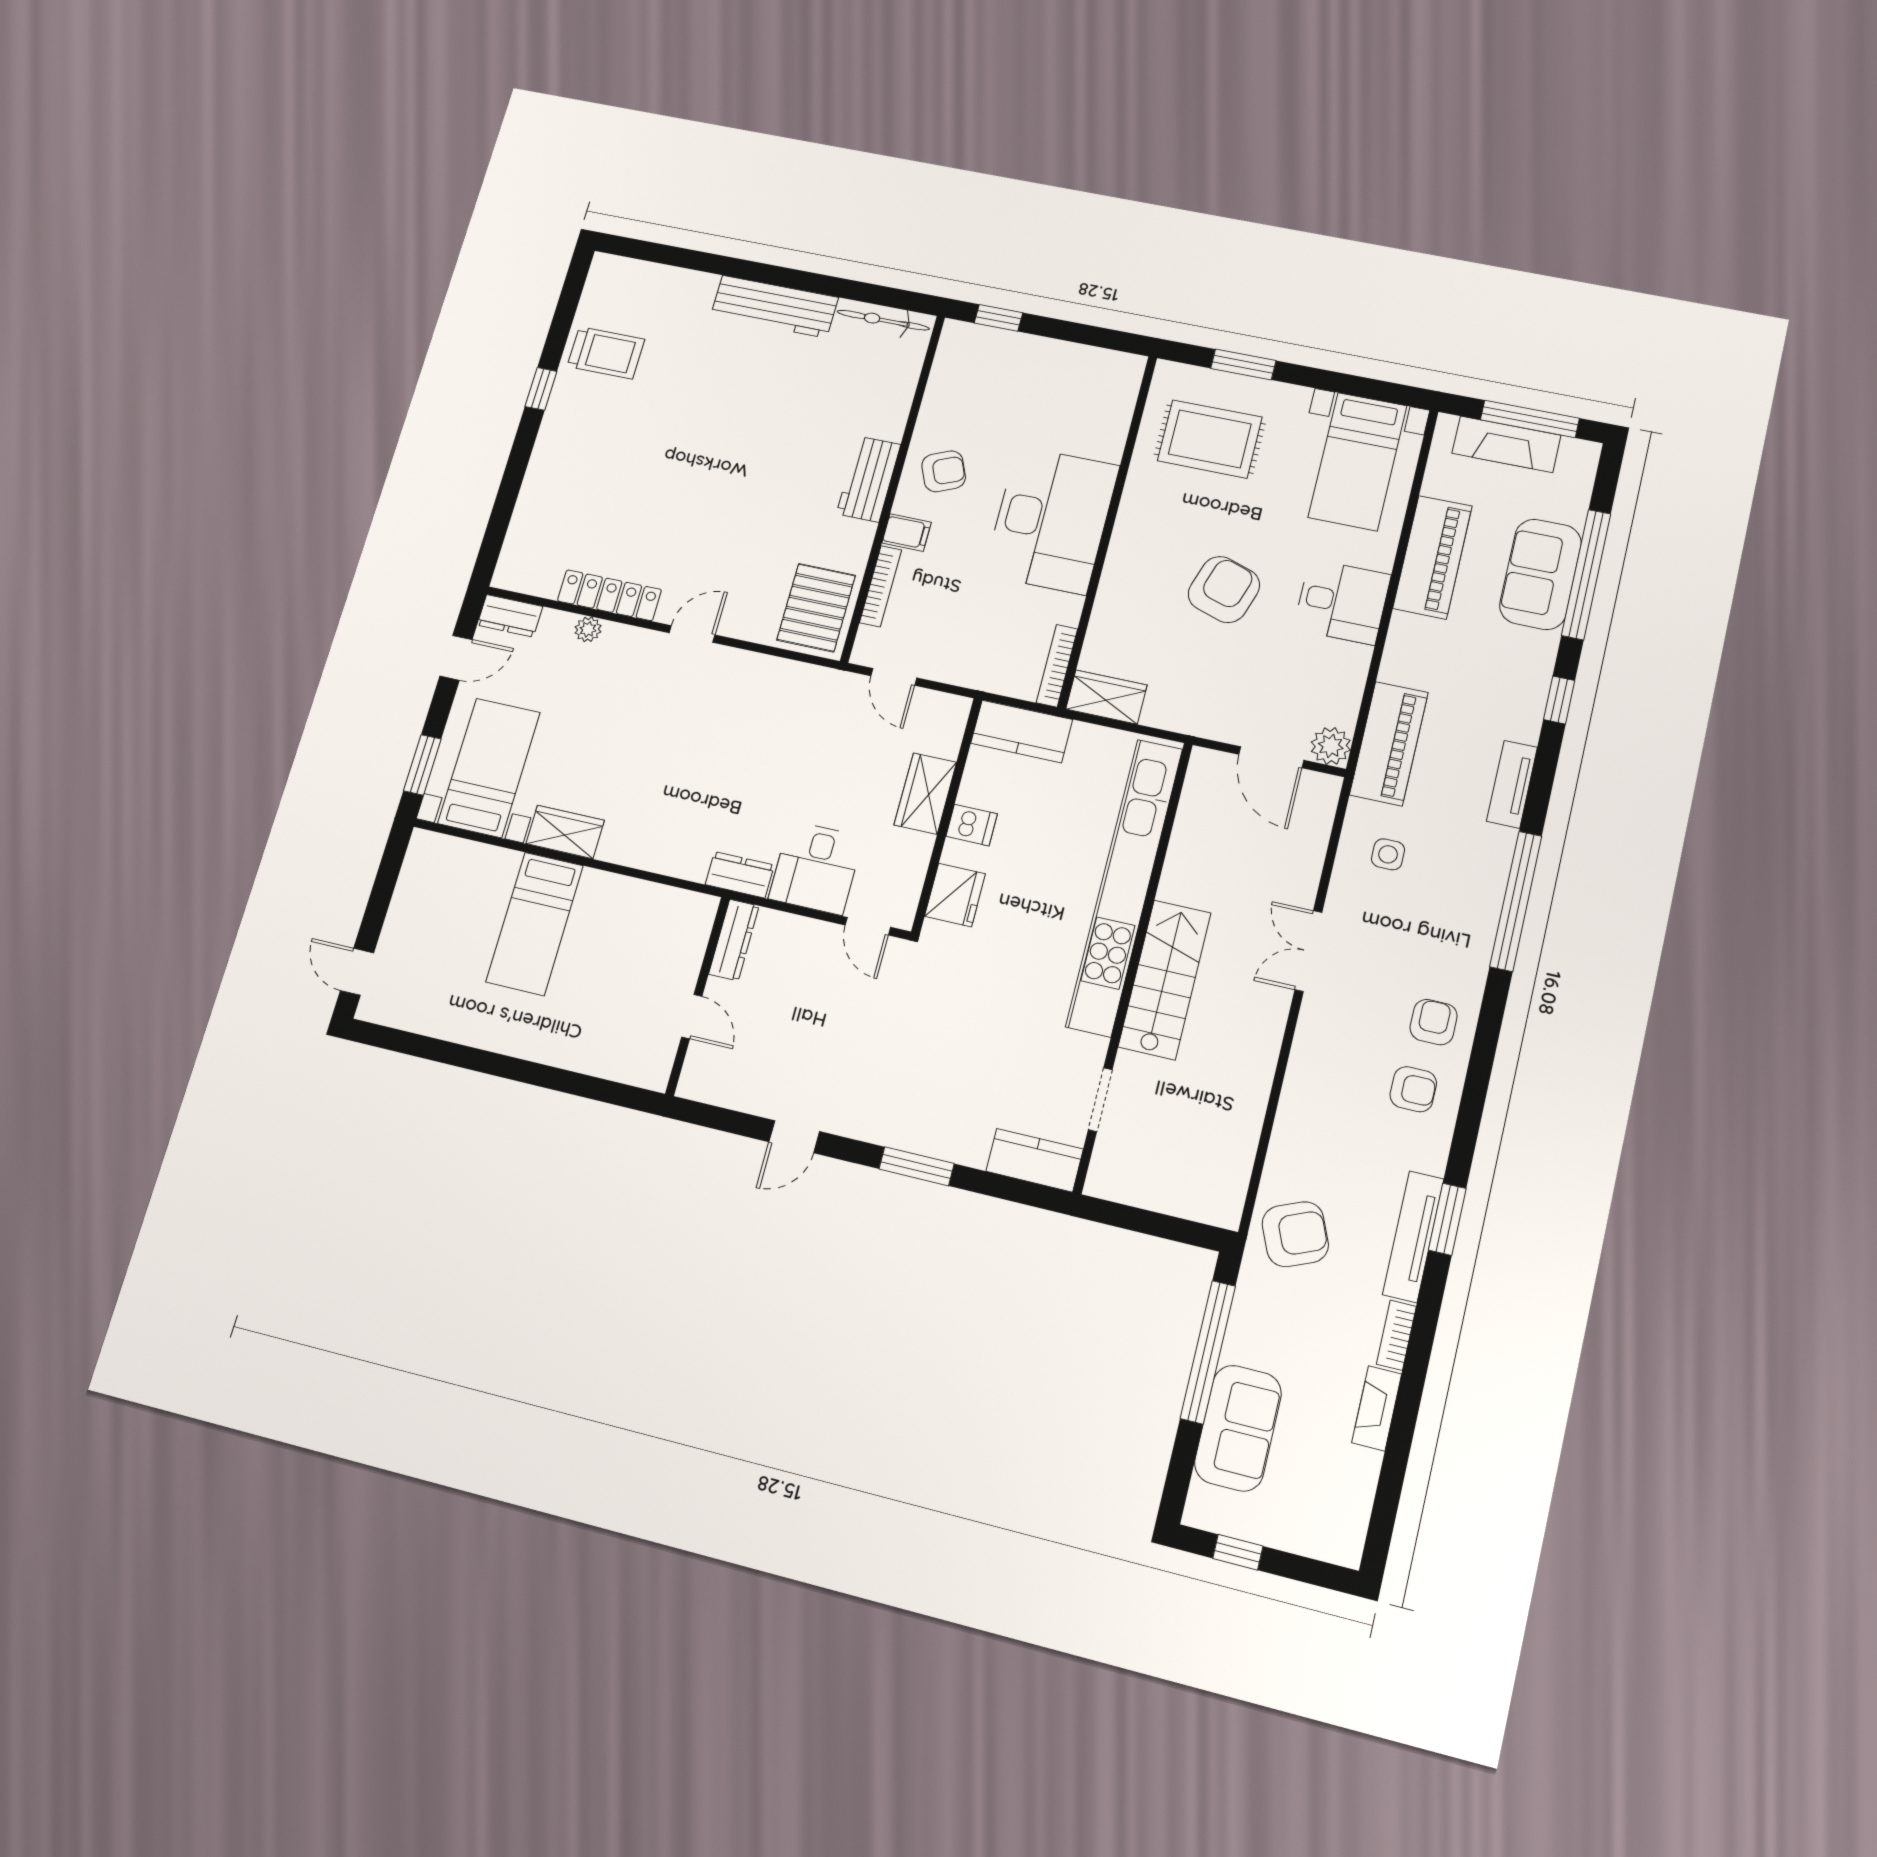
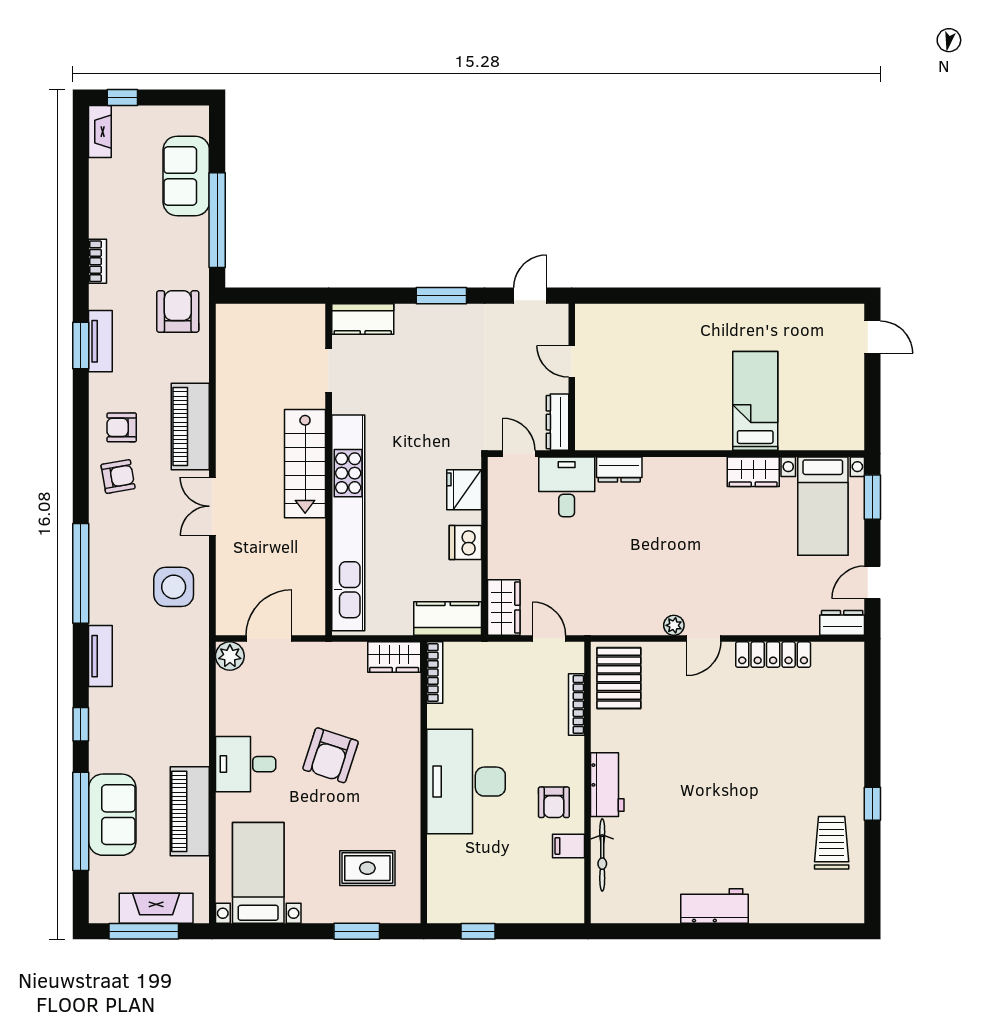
workbench: (774, 307) -> (714, 906), width x0.73
window: (999, 318) -> (478, 931), moved
bicycle: (883, 320) -> (602, 855), moved, turned 90
trolley: (606, 353) -> (832, 843), turned 90
rug: (1210, 439) -> (367, 868), width x0.73, depth x0.70
armchair: (944, 471) -> (554, 802), turned -67
filing cabinet: (907, 533) -> (569, 846), moved
plant: (588, 629) -> (674, 625), moved
piano: (1389, 744) -> (190, 427), moved
door: (1271, 757) -> (269, 639), hinge flipped
wardrobe: (925, 794) -> (504, 608), moved
dishwasher: (972, 825) -> (465, 543), width x1.38
side table: (1388, 854) -> (174, 587), width x1.87, depth x1.87
dresser: (734, 940) -> (557, 422), moved
double door: (1308, 951) -> (212, 506), swing flipped
wall: (698, 996) -> (572, 377), moved
door: (692, 1017) -> (572, 361), moved
armchair: (1434, 1022) -> (118, 477), turned -100
armchair: (1295, 1234) -> (178, 311), turned 113
tv unit: (1413, 1237) -> (100, 341), width x0.71
fireplace: (1377, 1408) -> (100, 132), moved
window: (1238, 1552) -> (122, 97), moved

